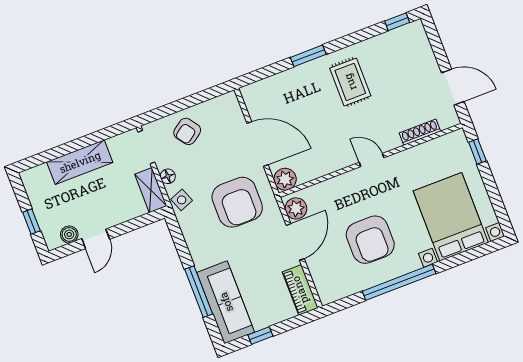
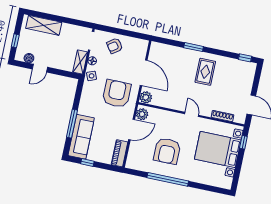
shelving: (80, 162) -> (44, 25), moved
armchair: (237, 202) -> (117, 94), turned 180
bed with nightstands: (451, 217) -> (218, 150), moved, turned -90

